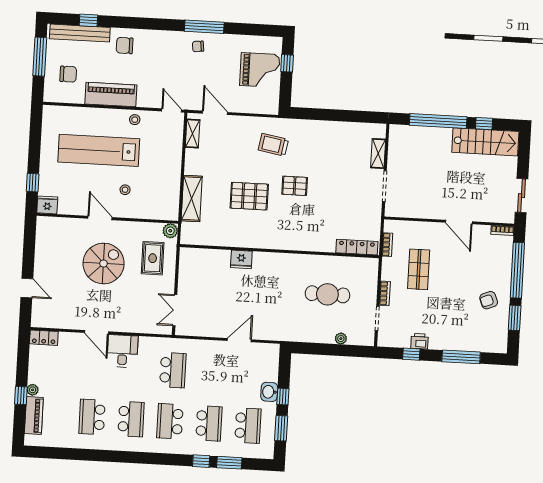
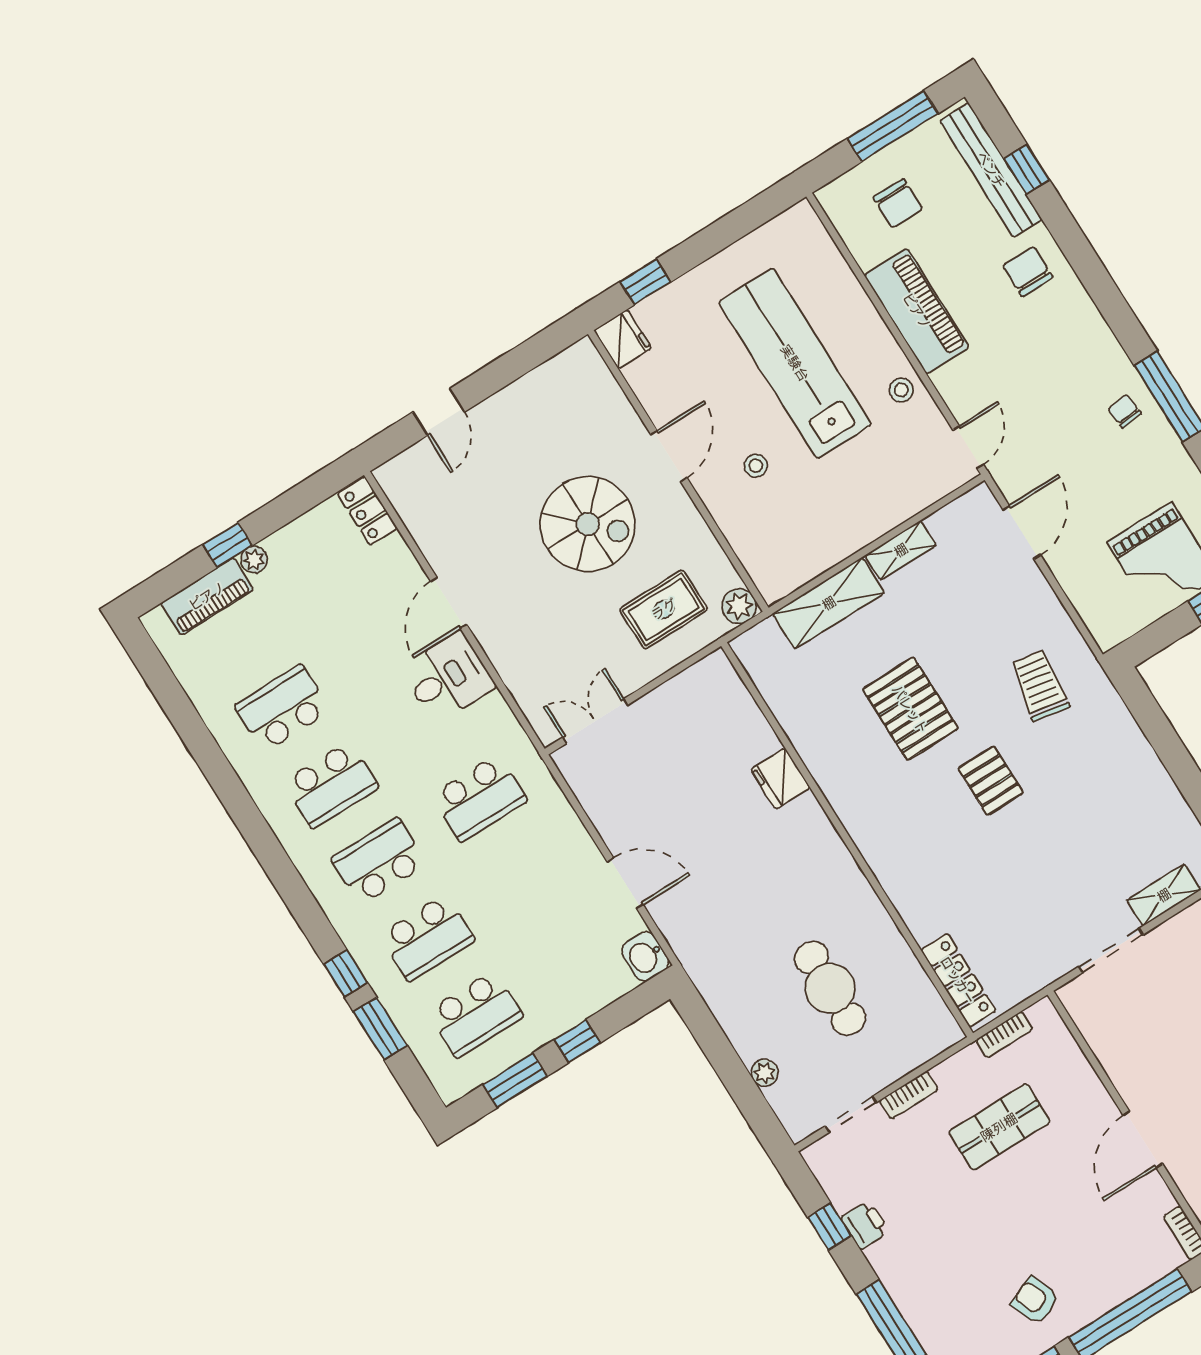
shelving: (193, 134) -> (901, 550), moved
washbasin: (269, 392) -> (645, 956), moved, turned -90

